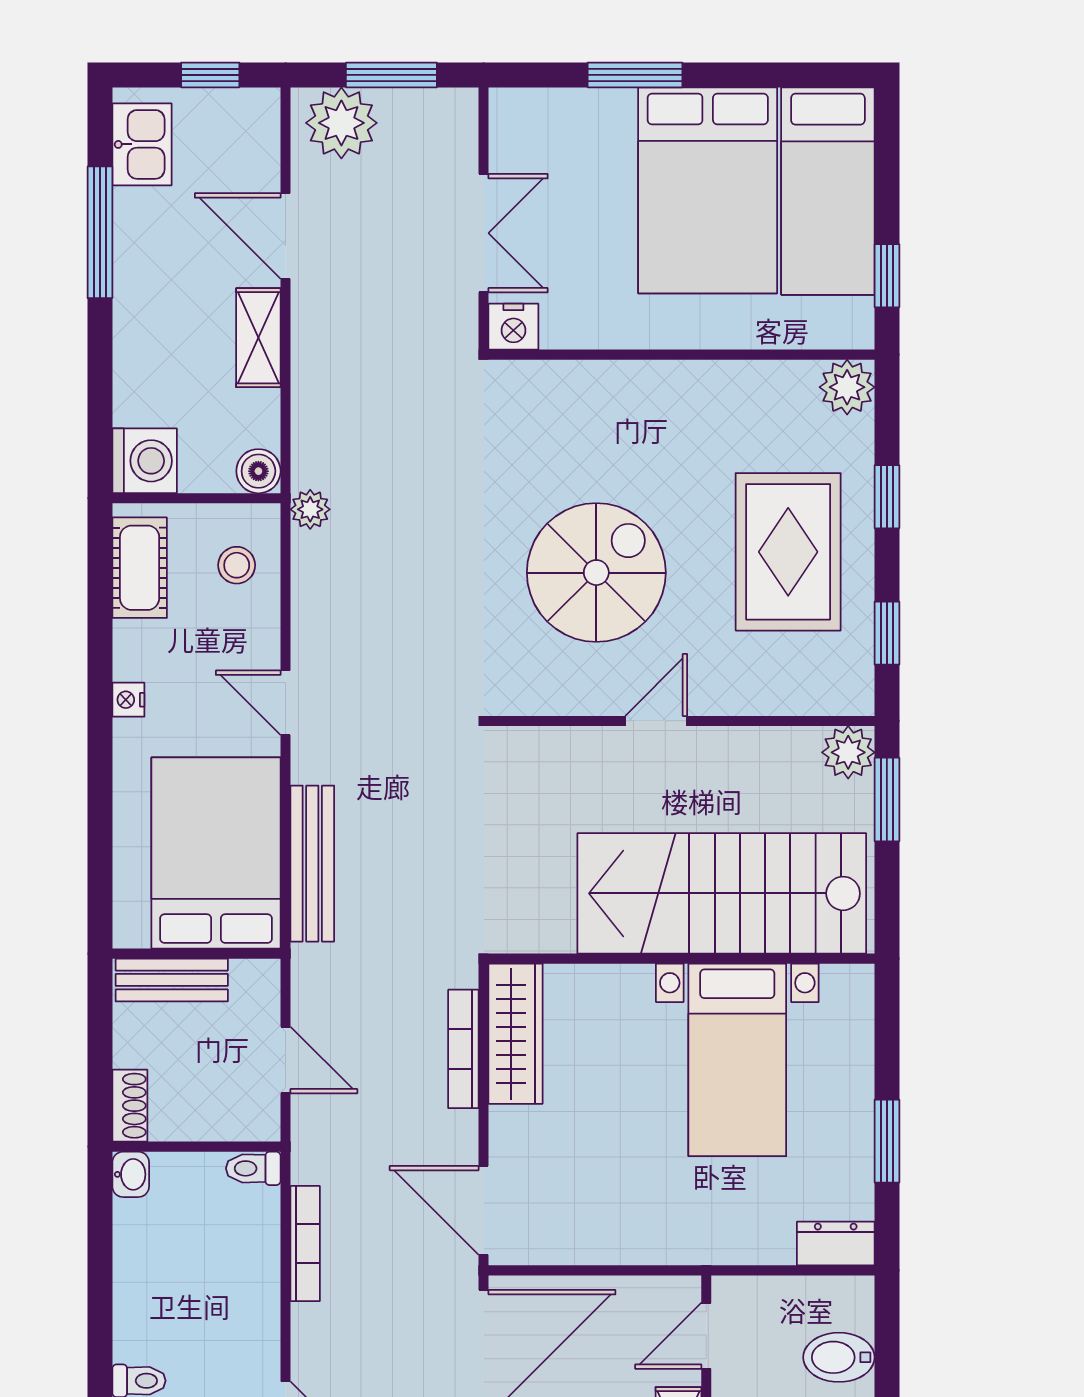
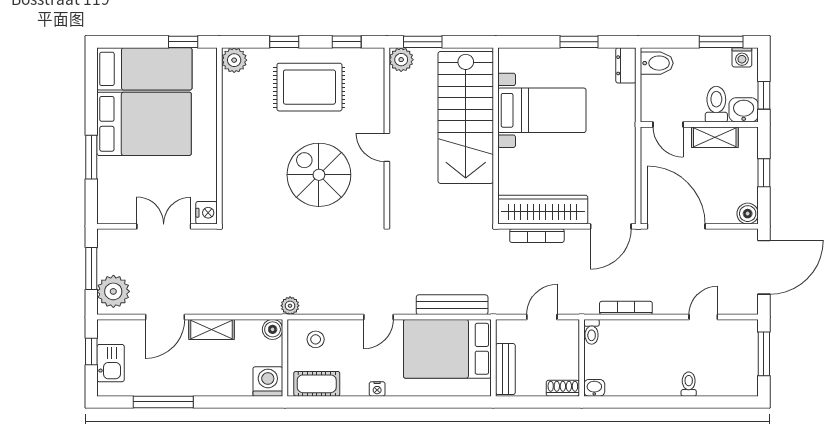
kitchen sink: (142, 144) -> (111, 363), moved, turned 90
wardrobe: (516, 1034) -> (543, 210), width x1.40, depth x1.17
bidet: (839, 1357) -> (657, 63), moved, turned -90

